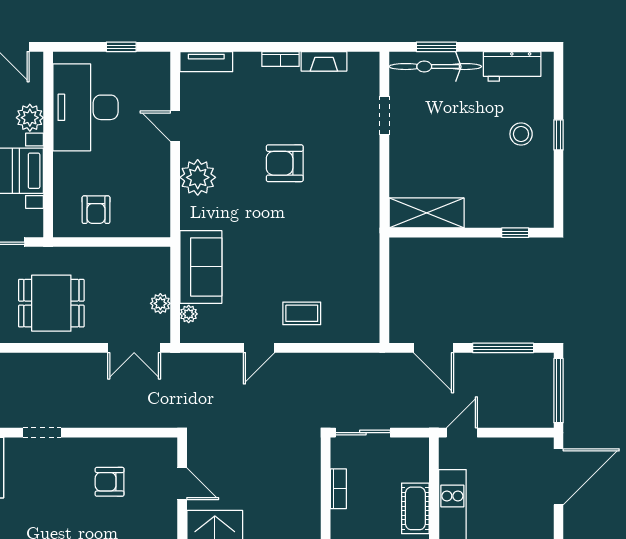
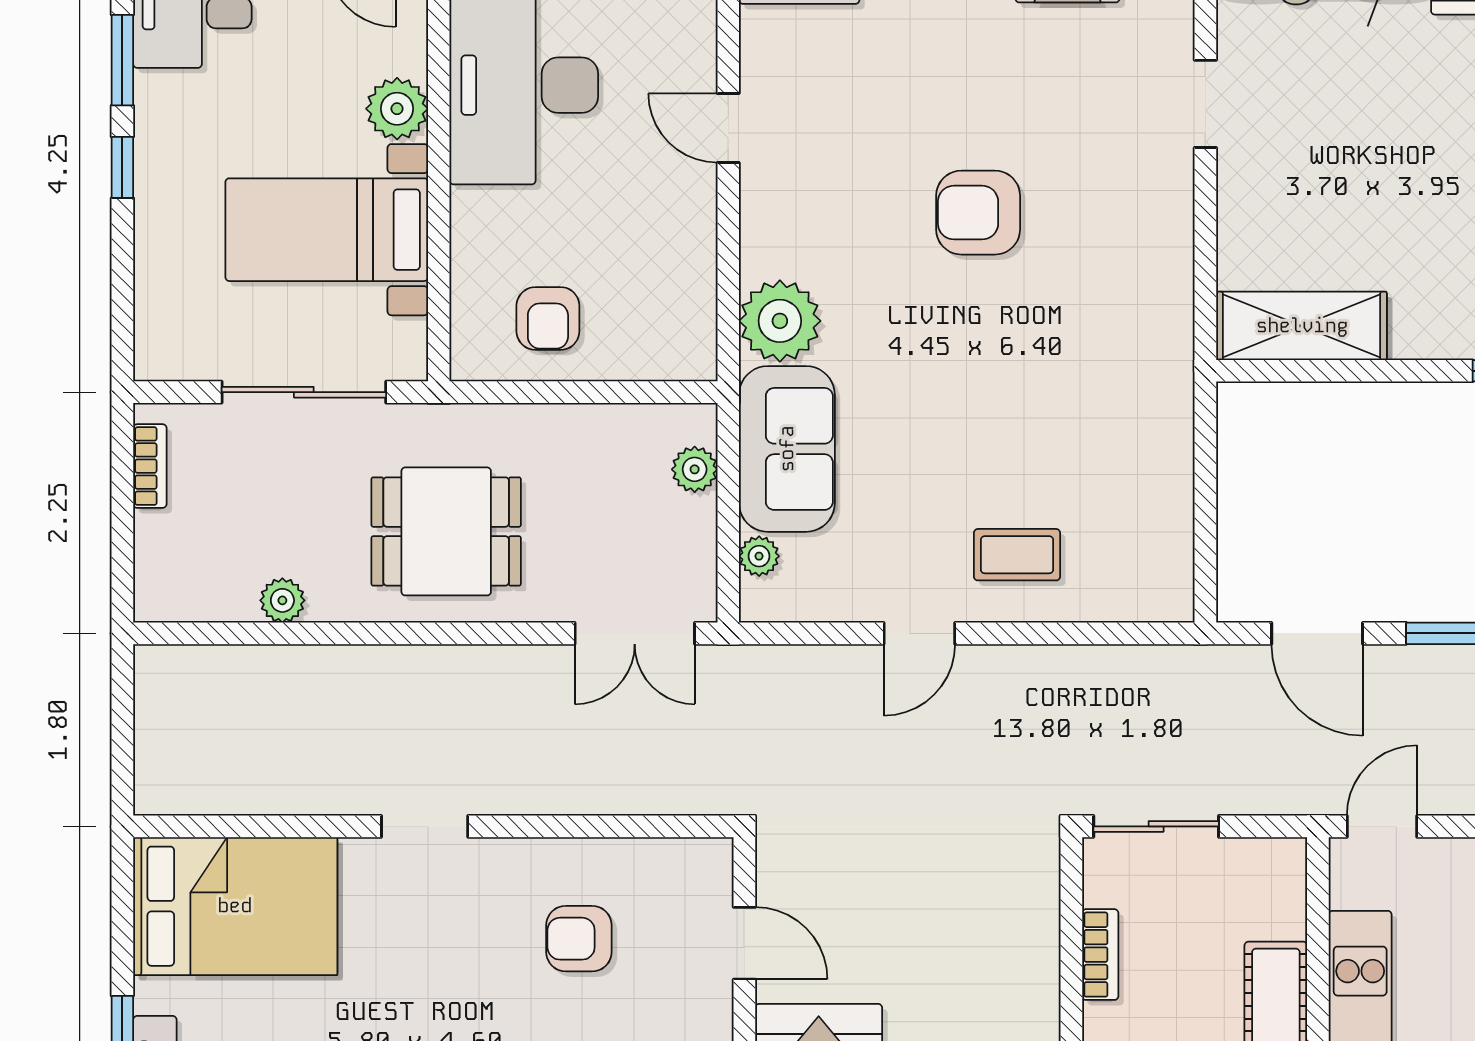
plant: (198, 177) -> (780, 321), moved
plant: (160, 303) -> (695, 469), moved

